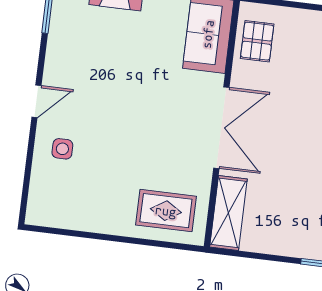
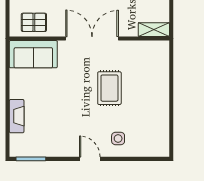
rug: (166, 211) -> (109, 88), moved
shelving: (228, 213) -> (154, 30), width x0.67, depth x0.75

